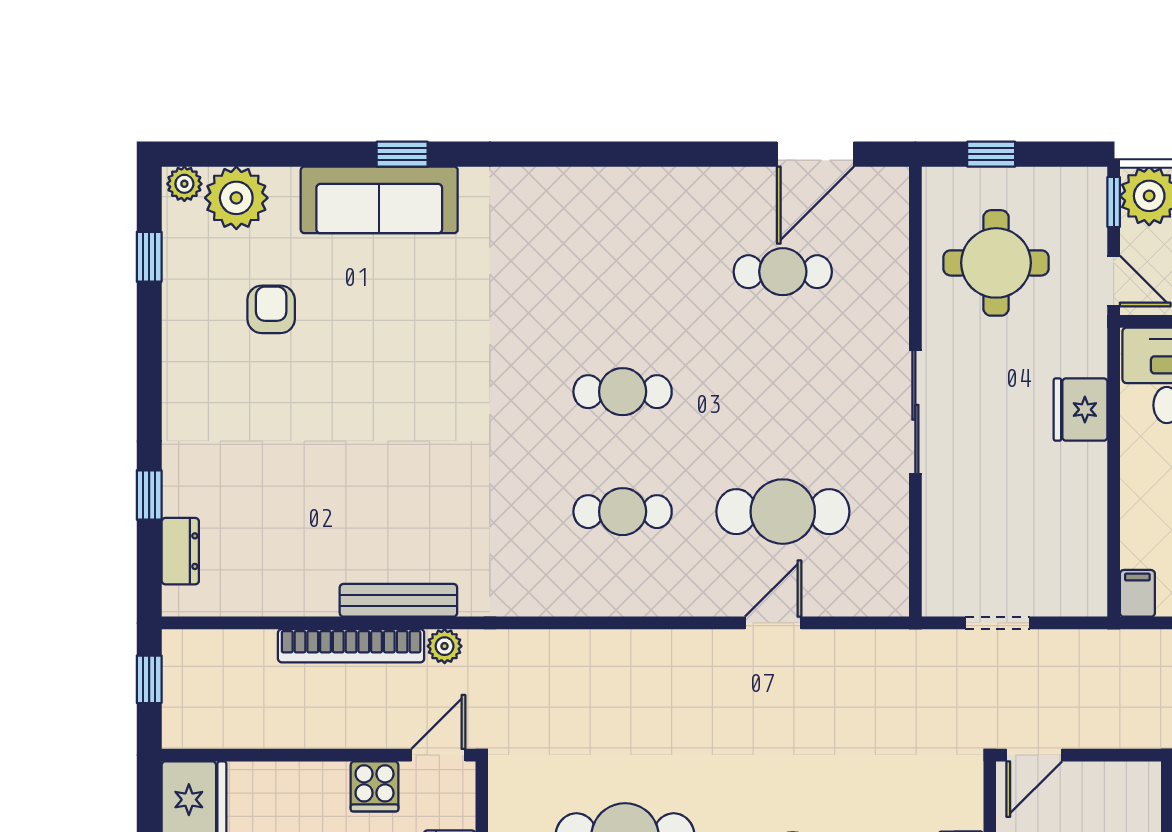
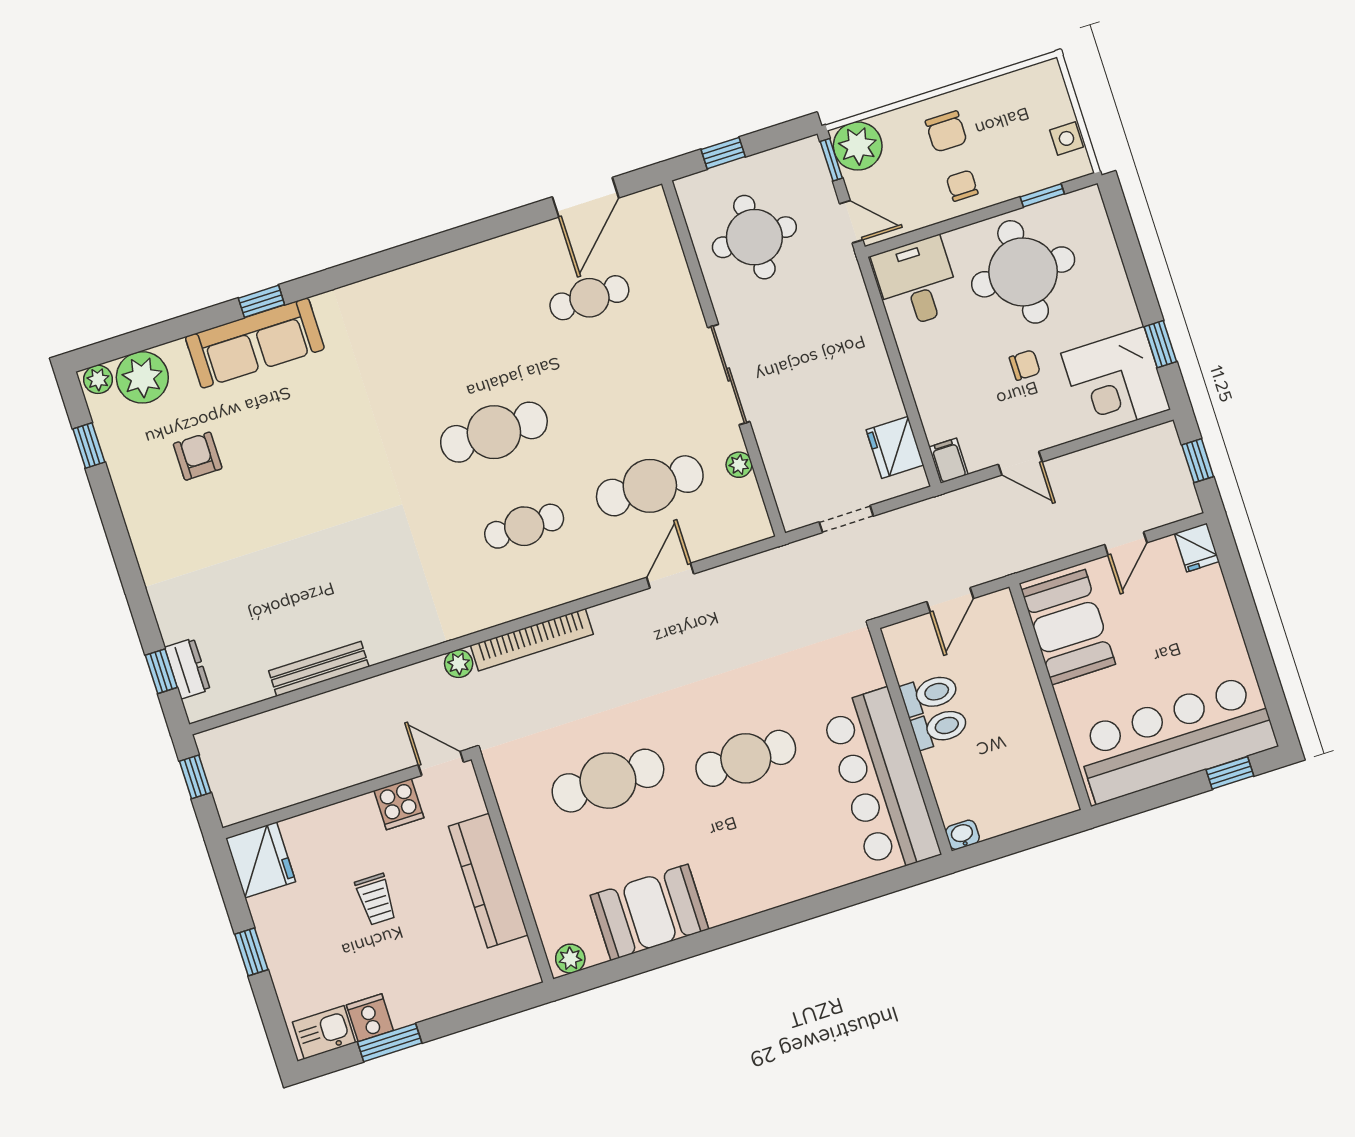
cafe table: (623, 392) -> (494, 432), width x1.37, depth x1.35
fridge: (1081, 410) -> (895, 447), moved
window: (149, 495) -> (161, 671), moved
plant: (894, 520) -> (739, 465), added
bench: (398, 600) -> (319, 669), moved
bookcase: (351, 646) -> (532, 640), moved
plant: (445, 646) -> (459, 664), moved
door: (438, 755) -> (441, 764), hinge flipped
door: (1034, 755) -> (950, 600), moved

